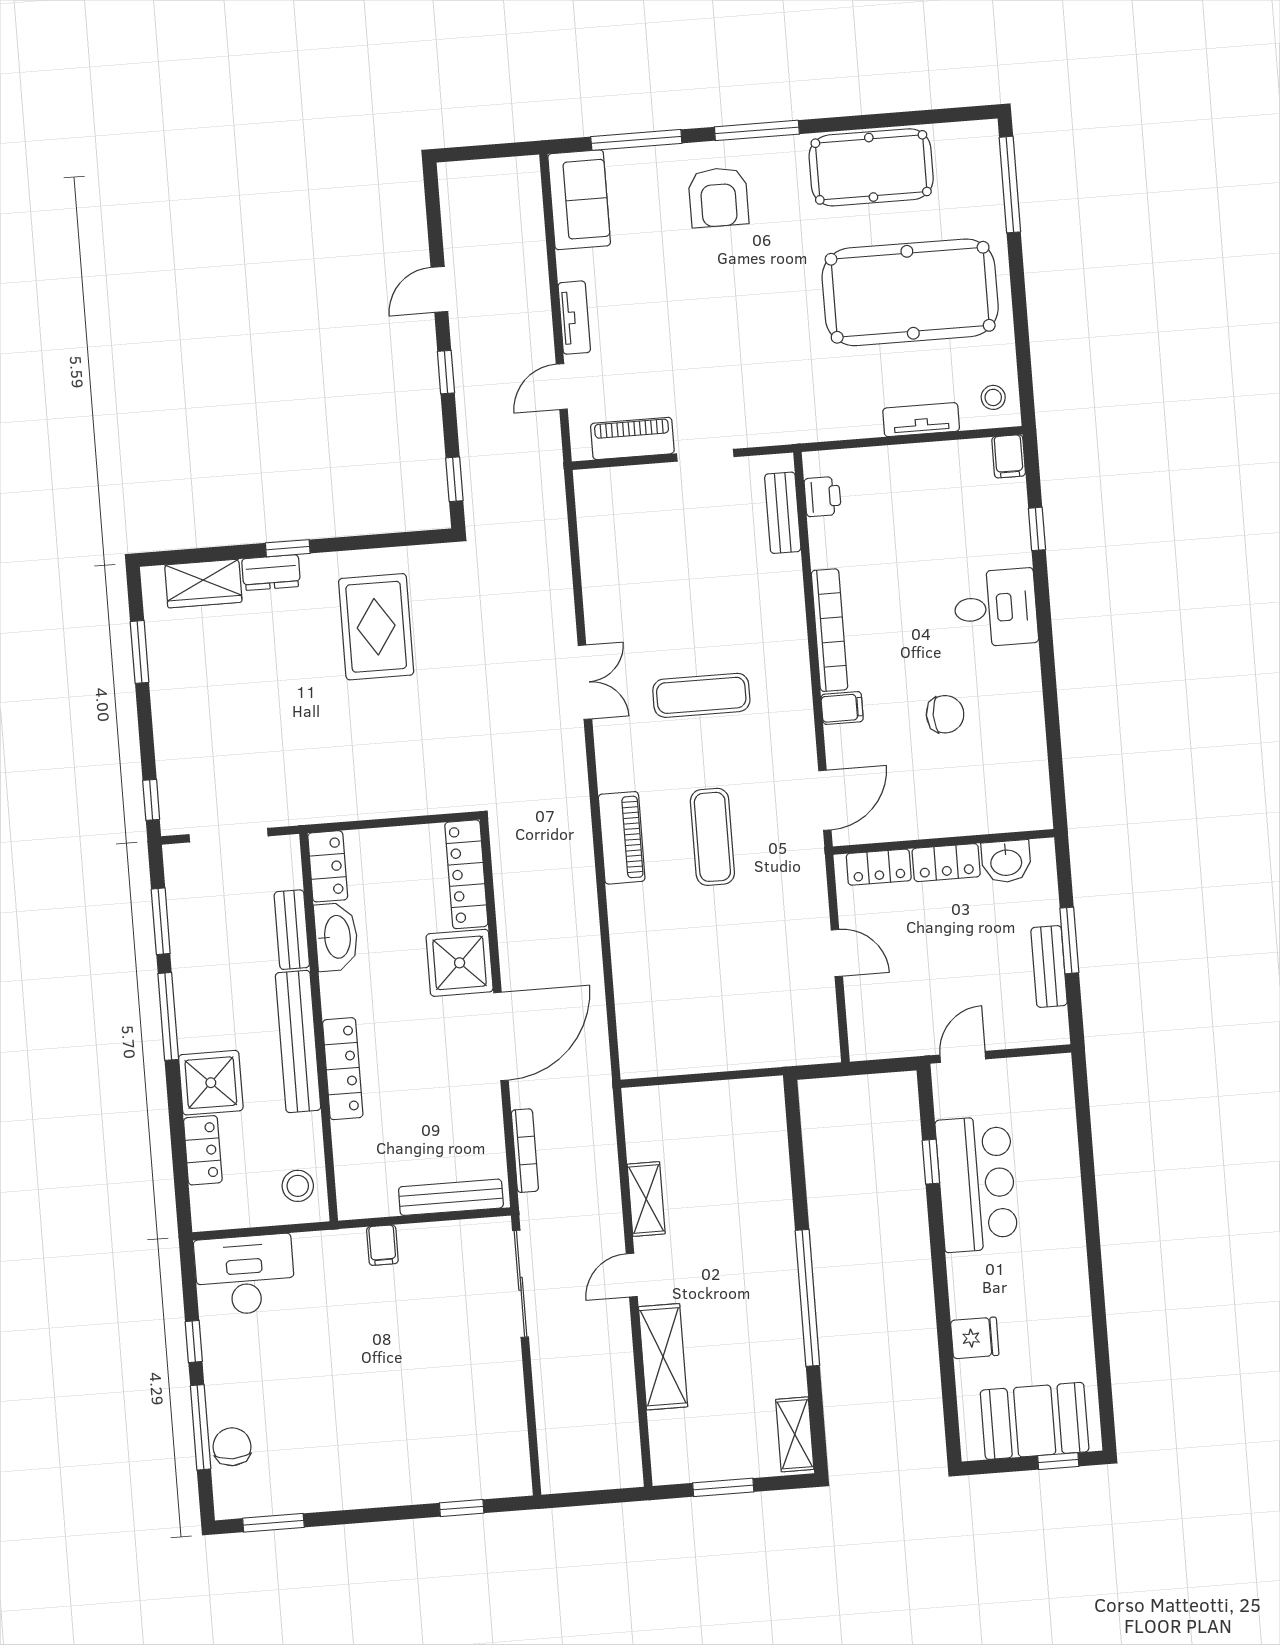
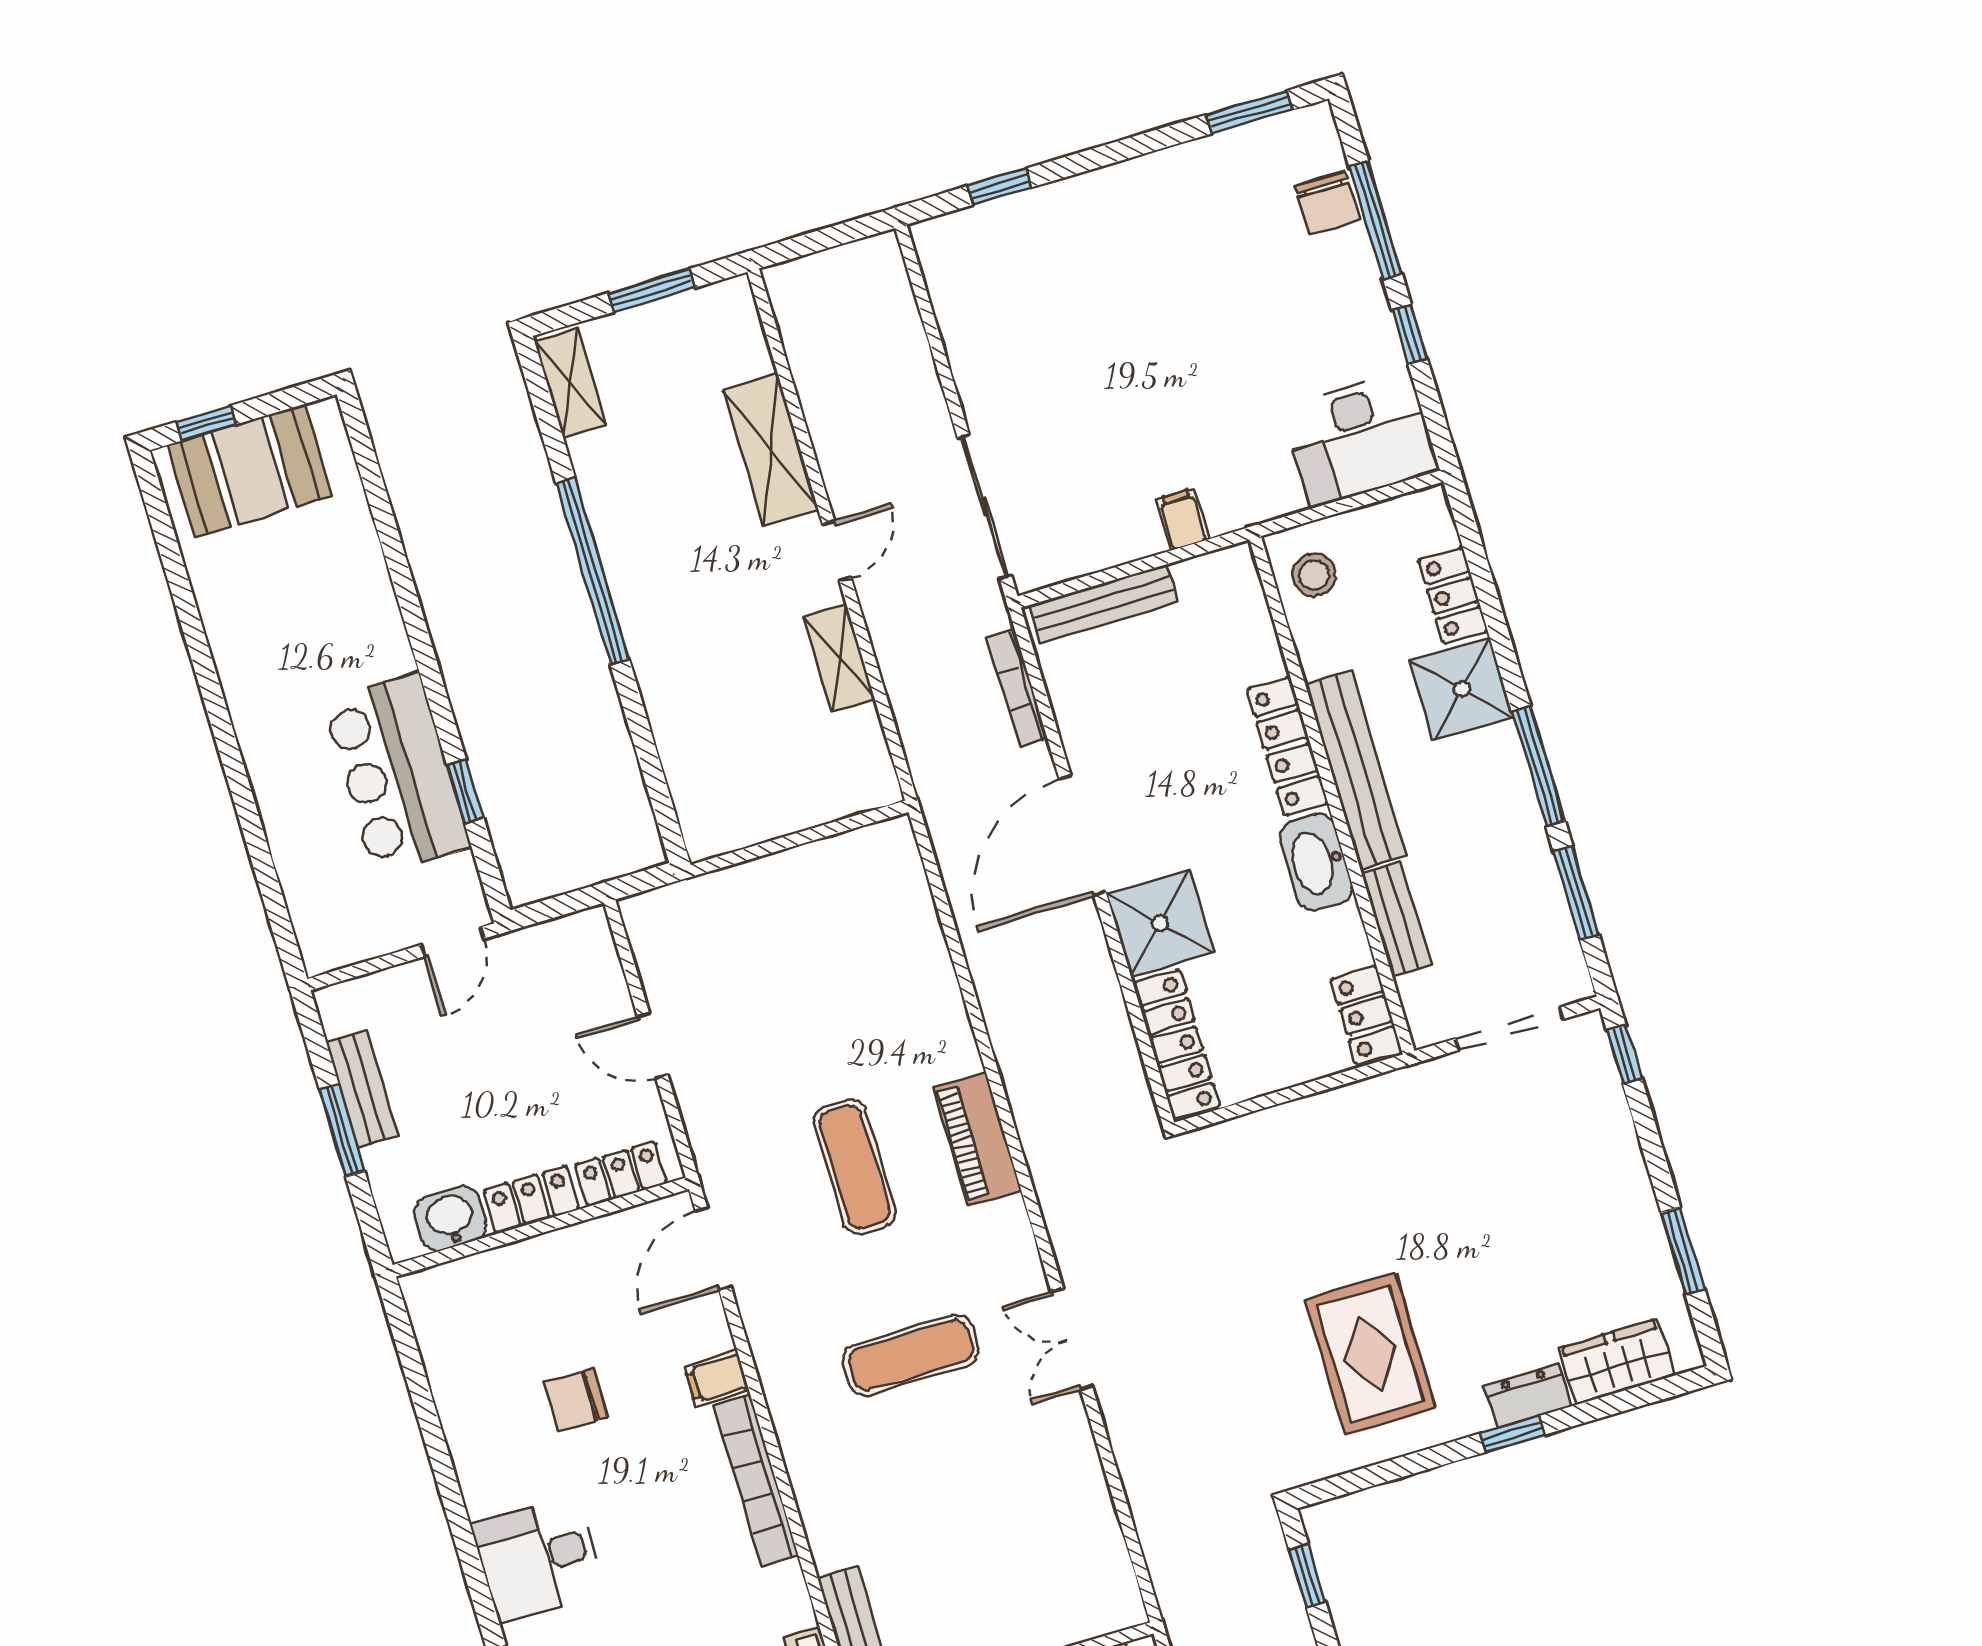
washbasin: (336, 937) -> (1316, 862), moved
fridge: (975, 1338) -> (355, 565), removed

